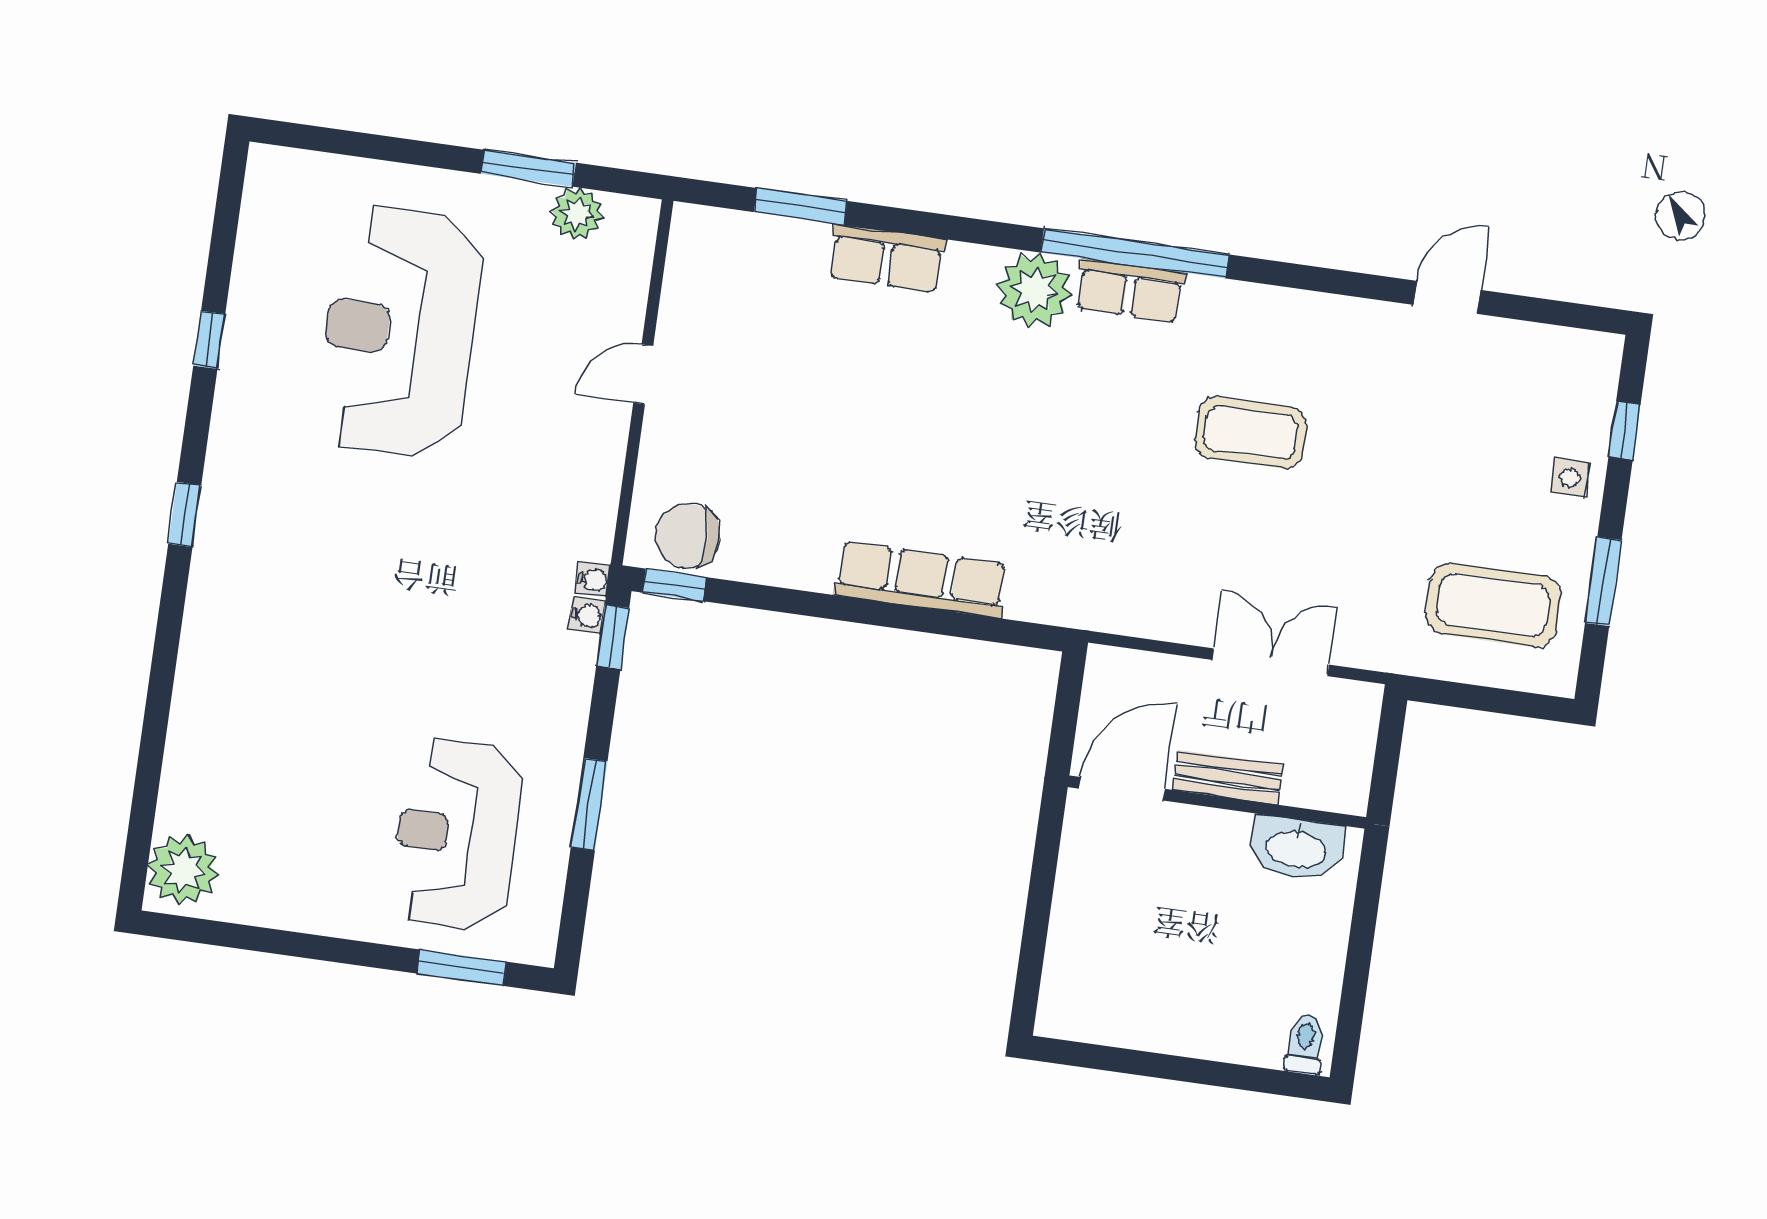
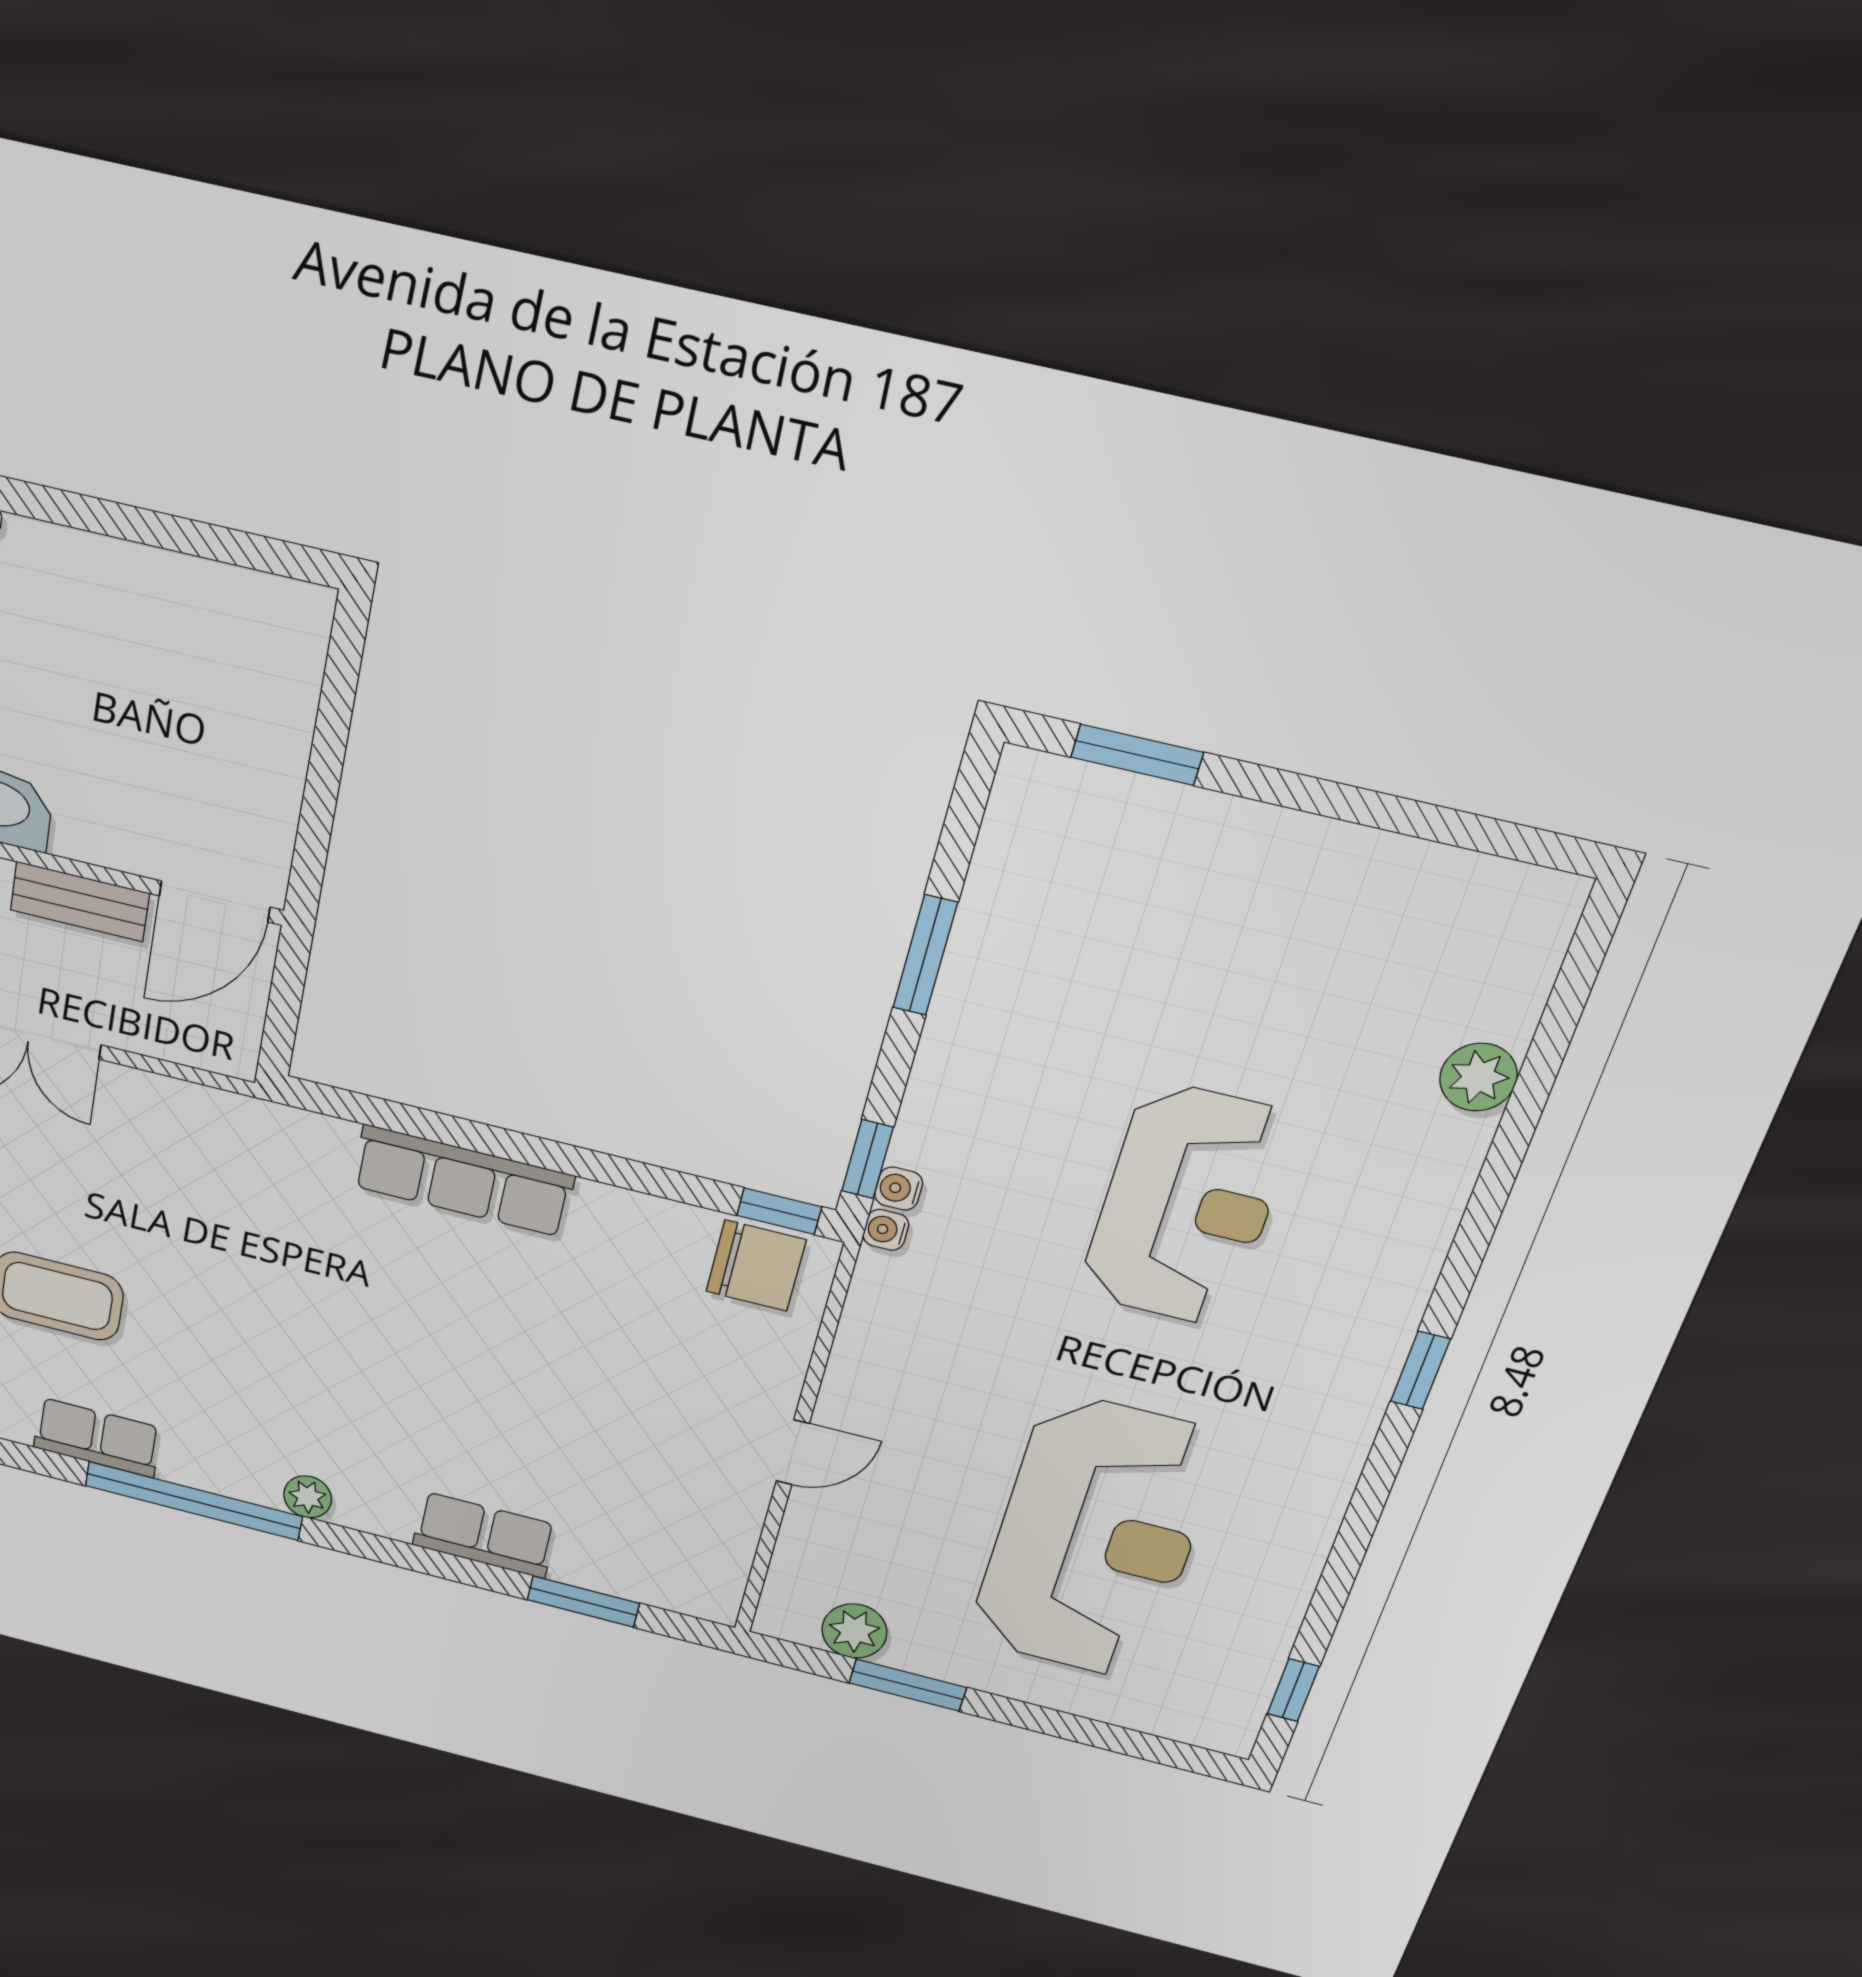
plant: (1034, 290) -> (308, 1497), width x0.53, depth x0.53
row of seats: (1130, 291) -> (97, 1438), moved
window: (209, 340) -> (1293, 1690), moved
reception desk: (456, 835) -> (1187, 1205), moved
plant: (183, 870) -> (1478, 1077), moved, width x0.73, depth x0.73

